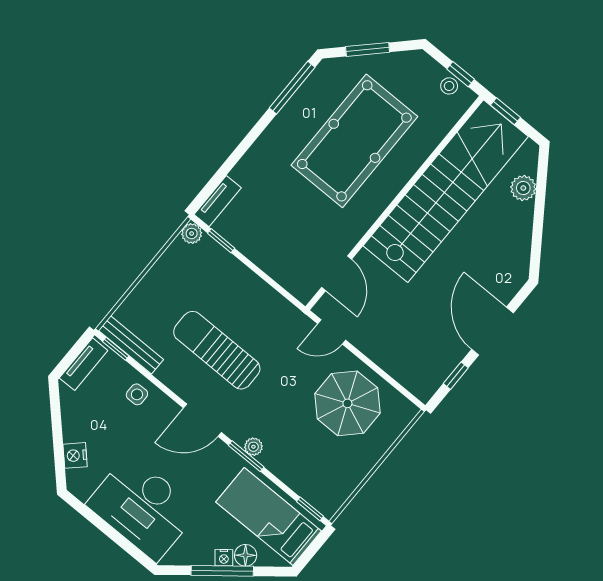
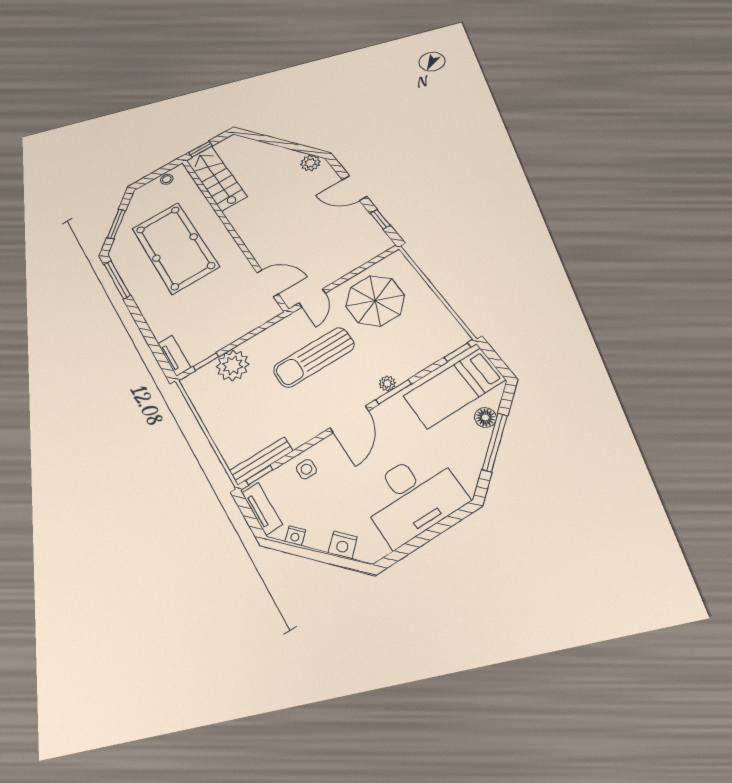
window: (461, 74) -> (162, 171), removed
plant: (523, 188) -> (310, 163), moved
stairs: (446, 191) -> (216, 178), width x0.54, depth x0.66
plant: (192, 233) -> (233, 365), moved, width x1.88, depth x1.88
door: (492, 331) -> (355, 188), width x0.73
sun lounger: (217, 350) -> (314, 357), moved
nightstand: (224, 558) -> (295, 536), moved, turned 85

